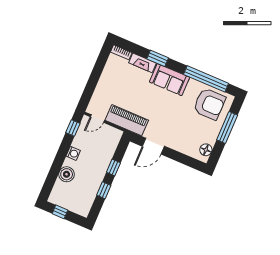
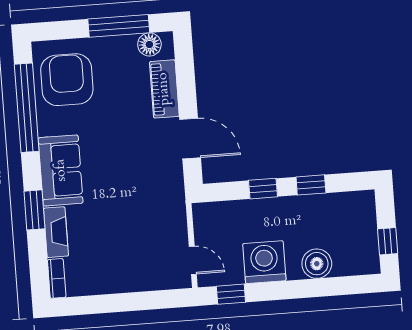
piano: (127, 120) -> (164, 89), moved, width x0.73, depth x0.75
window: (227, 128) -> (119, 26), moved
washing machine: (73, 153) -> (264, 262), width x1.89, depth x1.89

